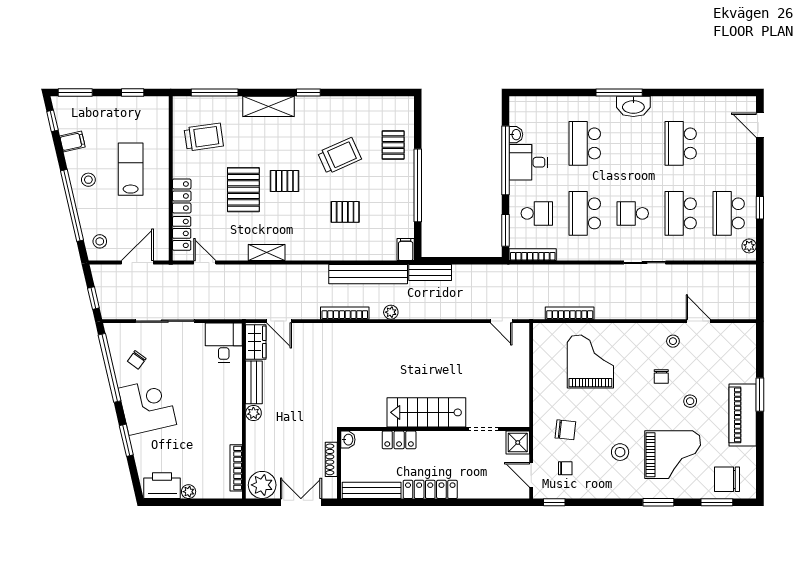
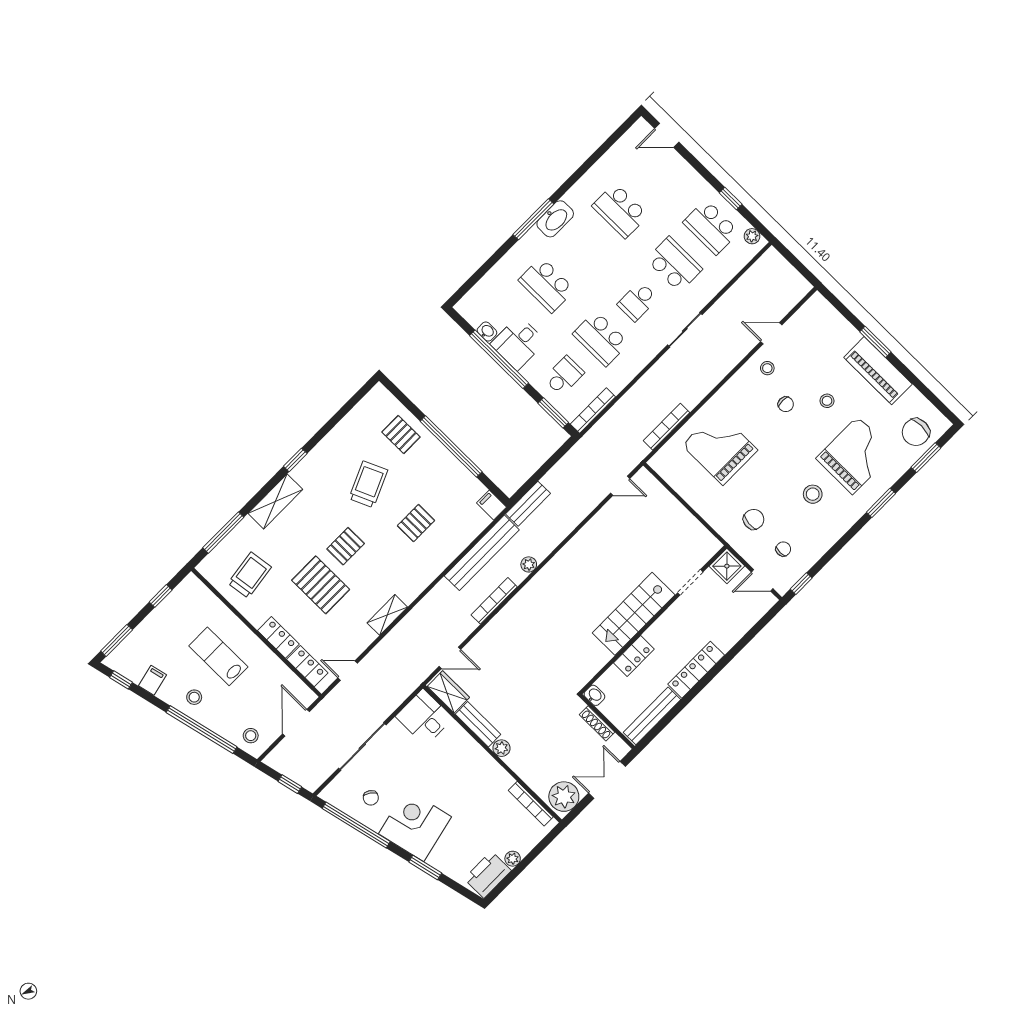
school desk: (681, 213) -> (674, 264), turned 180

